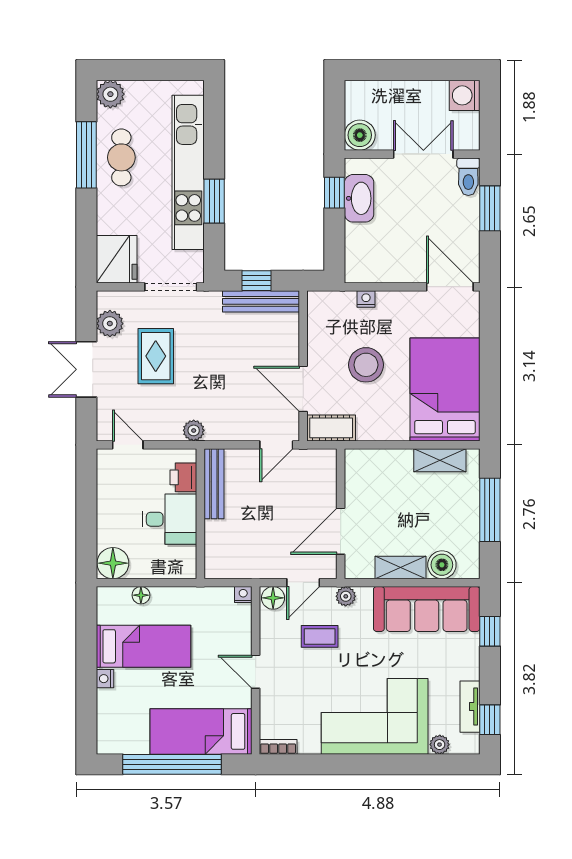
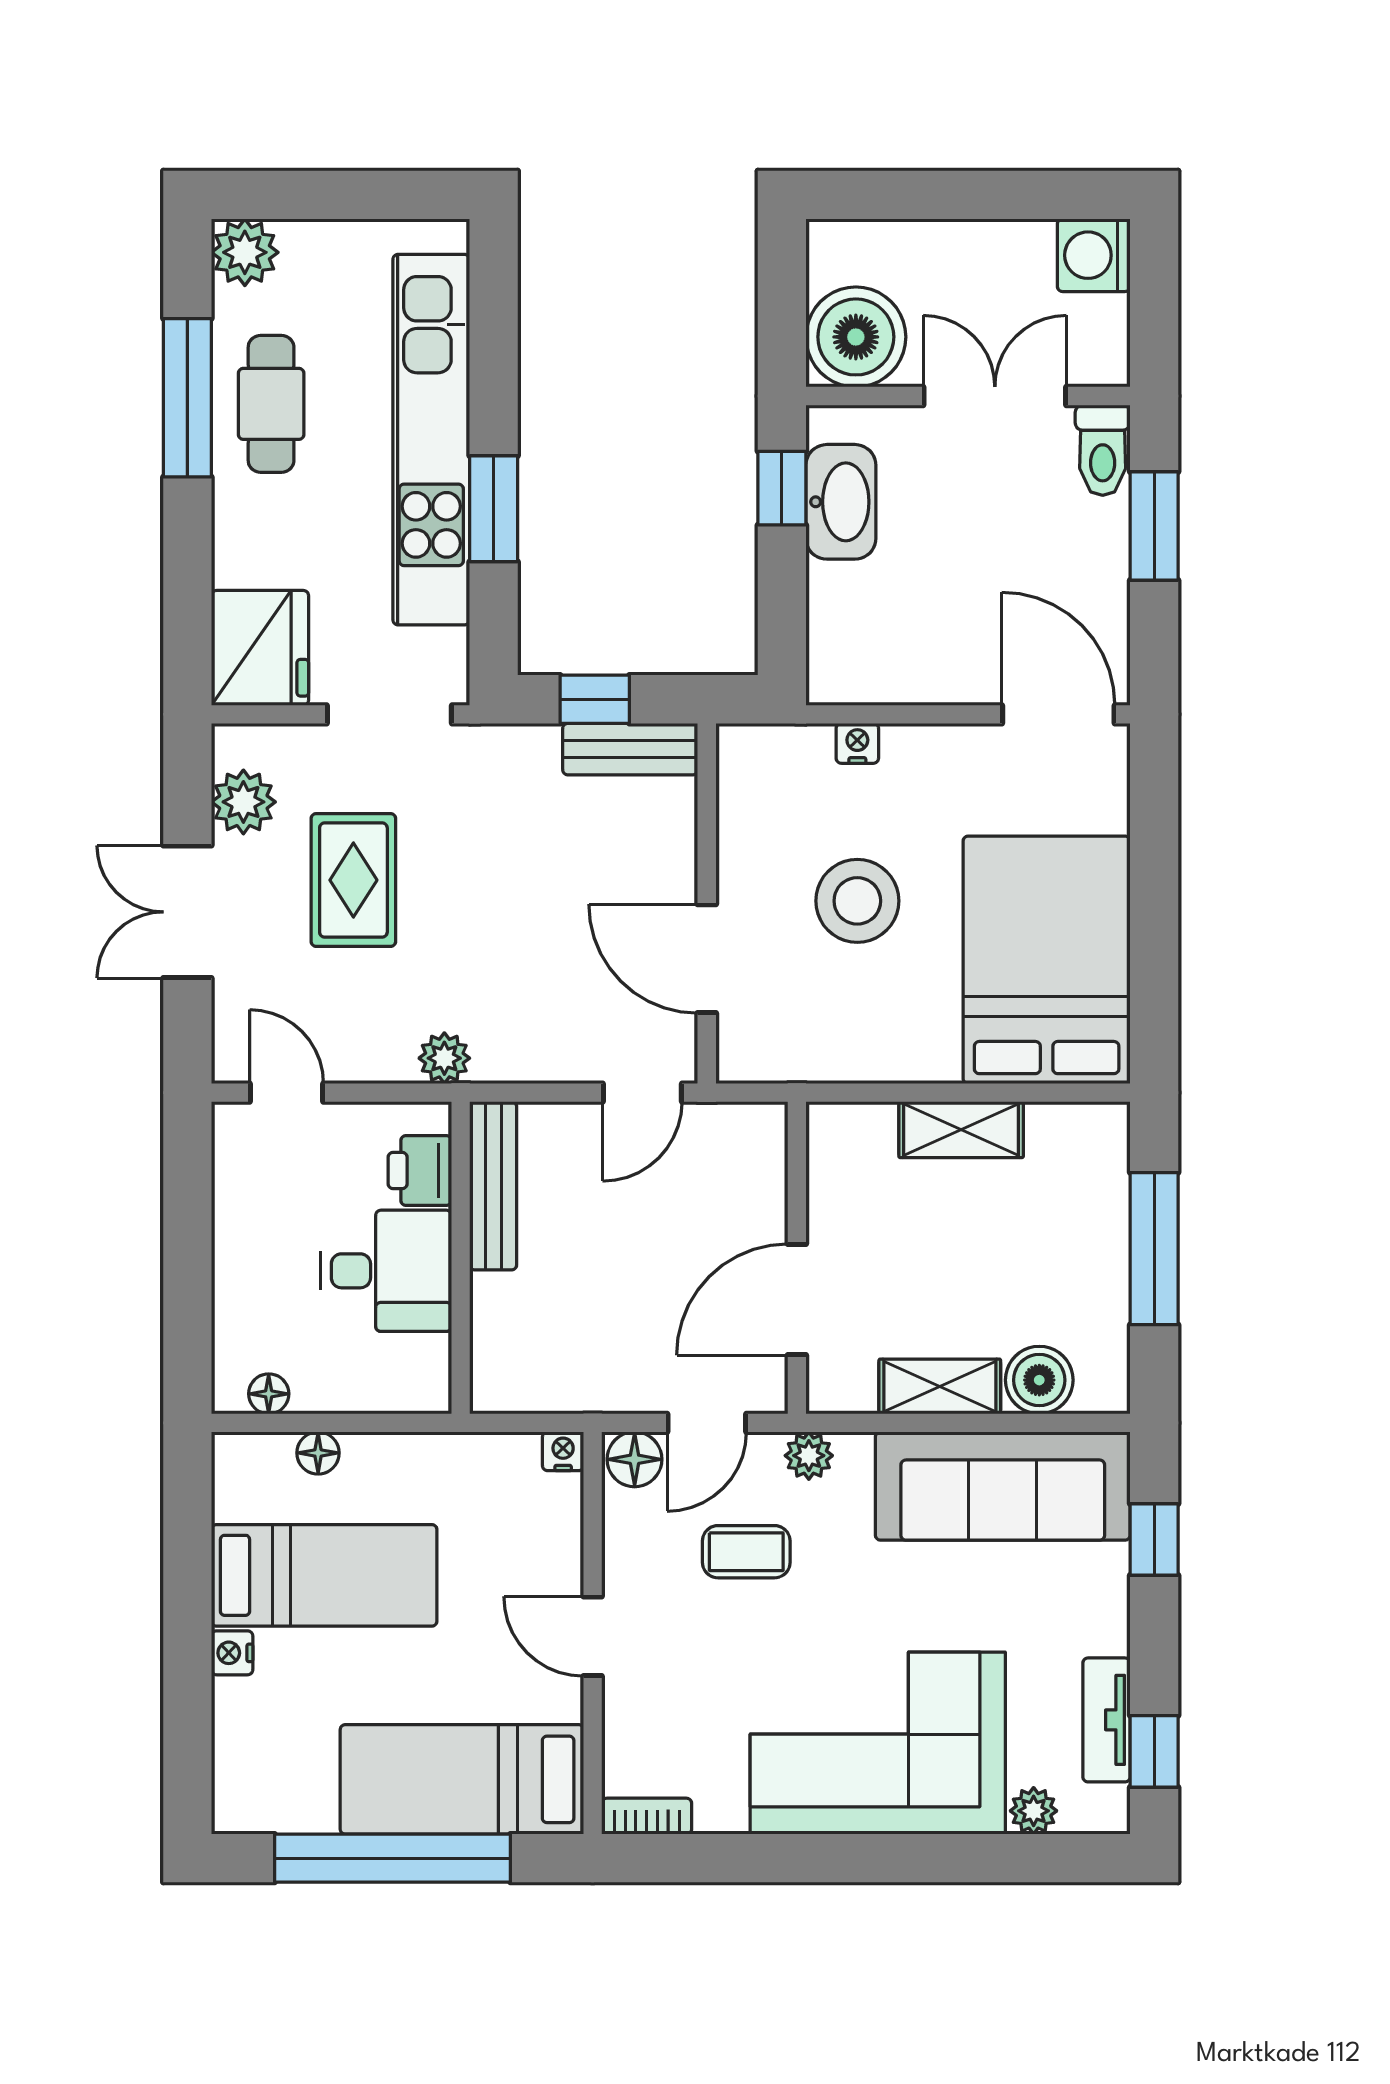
boiler: (360, 135) -> (856, 337), width x1.37, depth x1.37
bench: (261, 301) -> (630, 749), width x0.73
cot: (331, 428) -> (774, 1052), removed
shelving: (440, 460) -> (961, 1130), moved
floor lamp: (113, 563) -> (269, 1394), width x0.53, depth x0.53

